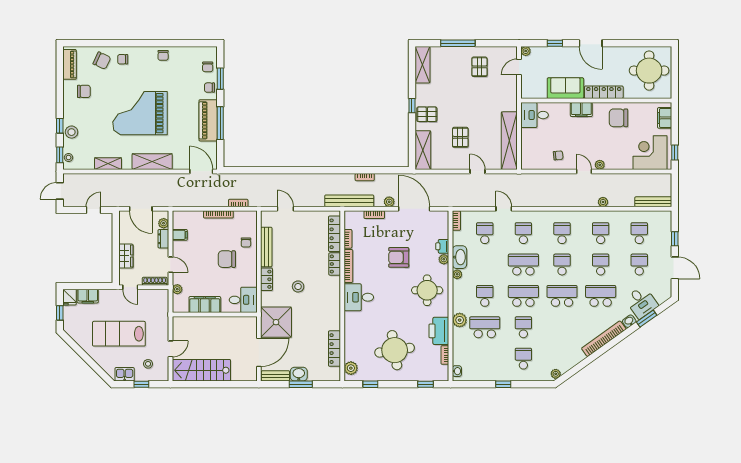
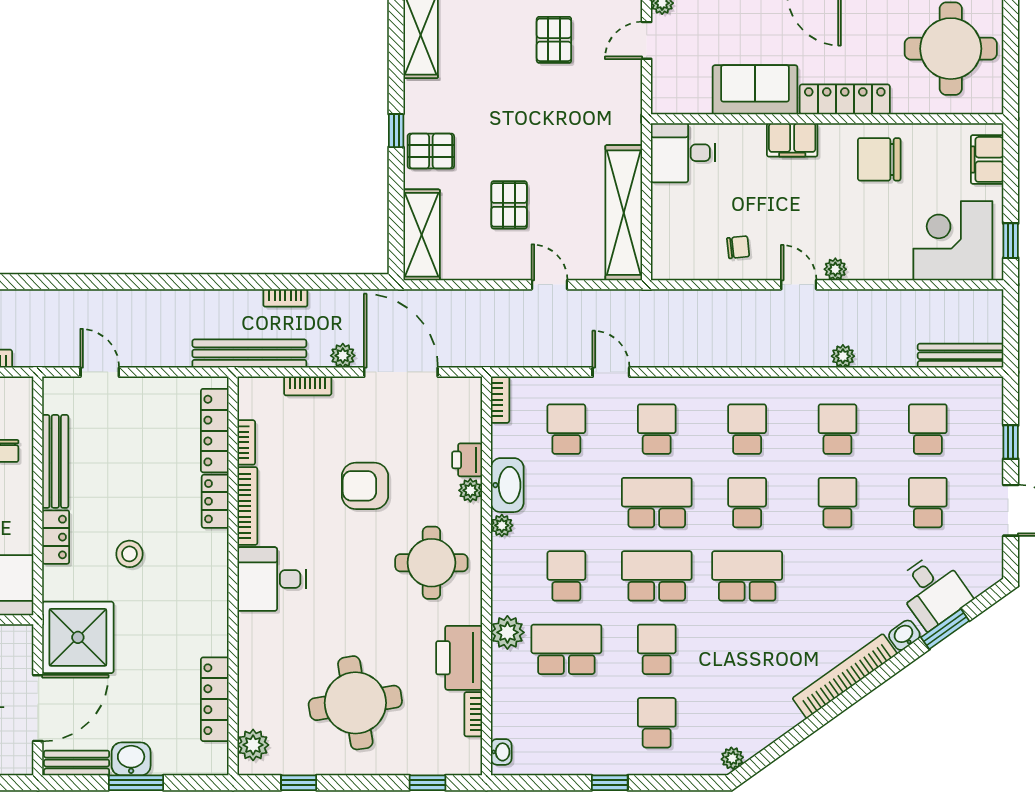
school desk: (601, 296) -> (837, 576), removed

